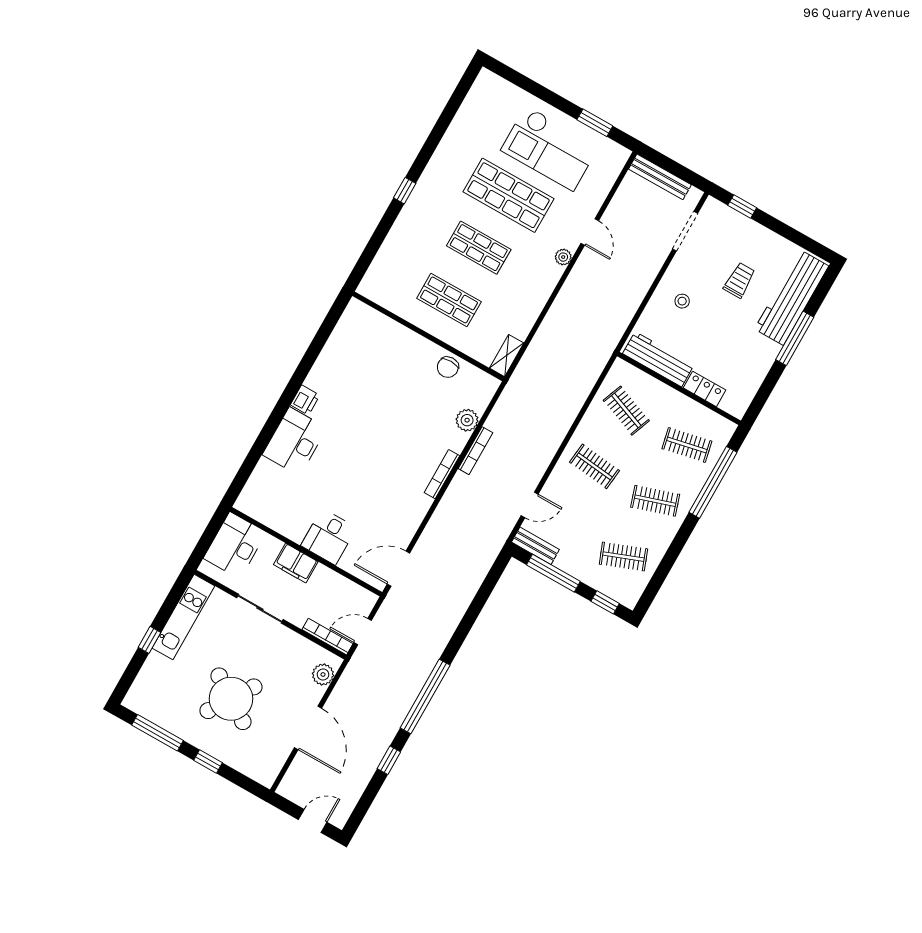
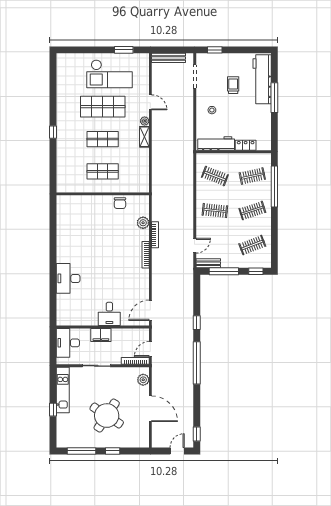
shelving: (507, 356) -> (144, 137), moved
printer: (305, 400) -> (62, 256), removed
window: (462, 631) -> (197, 323), added
window: (389, 760) -> (197, 434), moved

